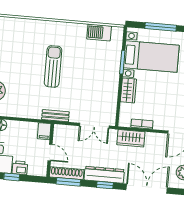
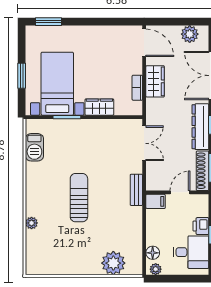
plant: (35, 24) -> (32, 223), added
window: (161, 27) -> (22, 76), width x0.69
sun lounger: (53, 66) -> (79, 198), turned 90
wardrobe: (131, 138) -> (155, 81), moved

